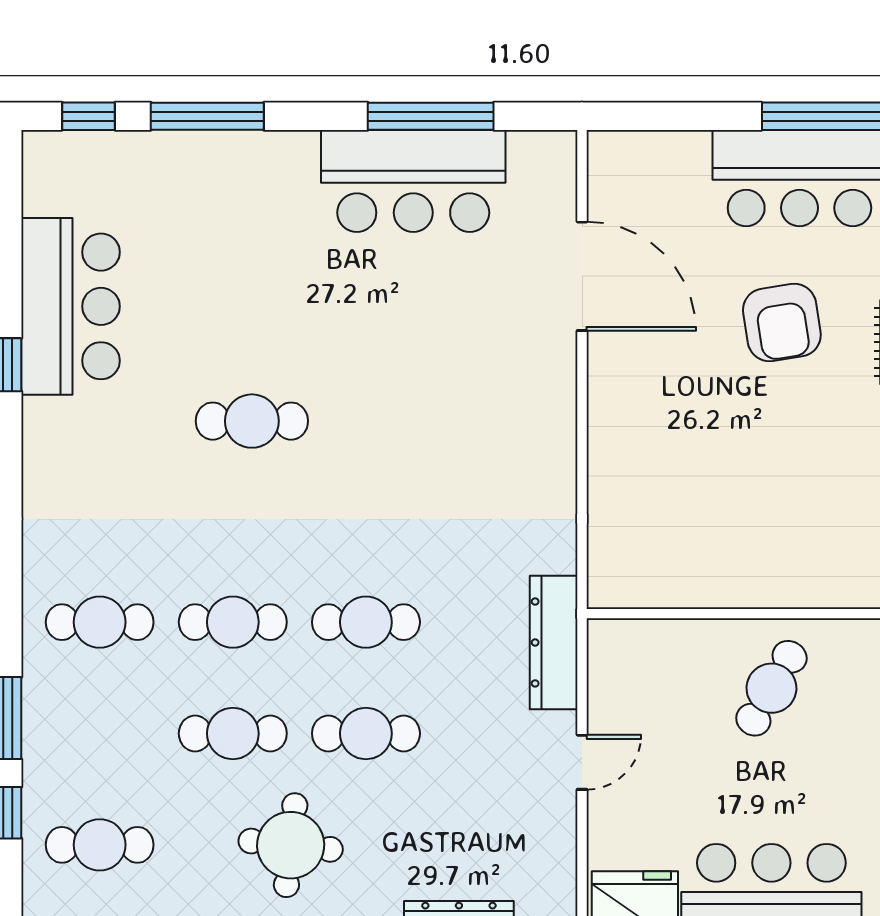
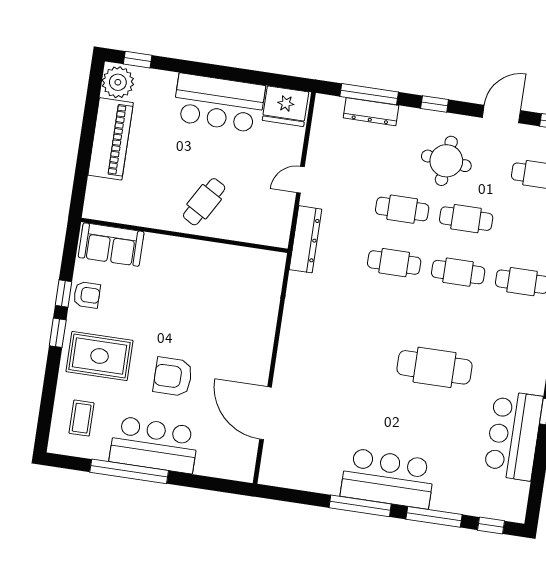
window: (431, 116) -> (360, 506), moved
bar counter: (413, 181) -> (388, 478), moved
armchair: (782, 322) -> (173, 377), turned -81
cafe table: (252, 421) -> (435, 367), width x1.37, depth x1.35

